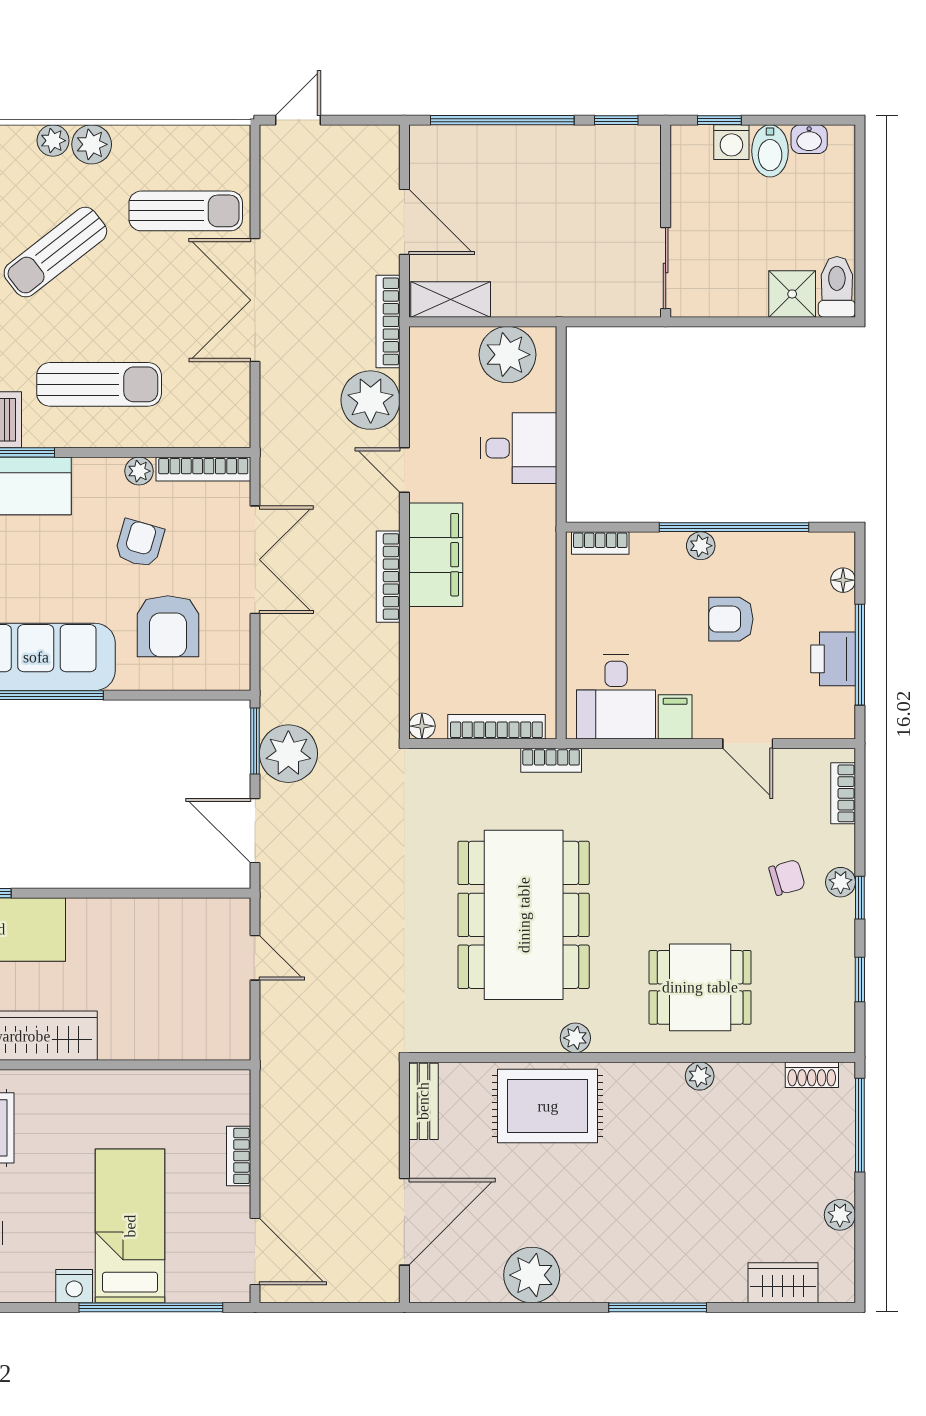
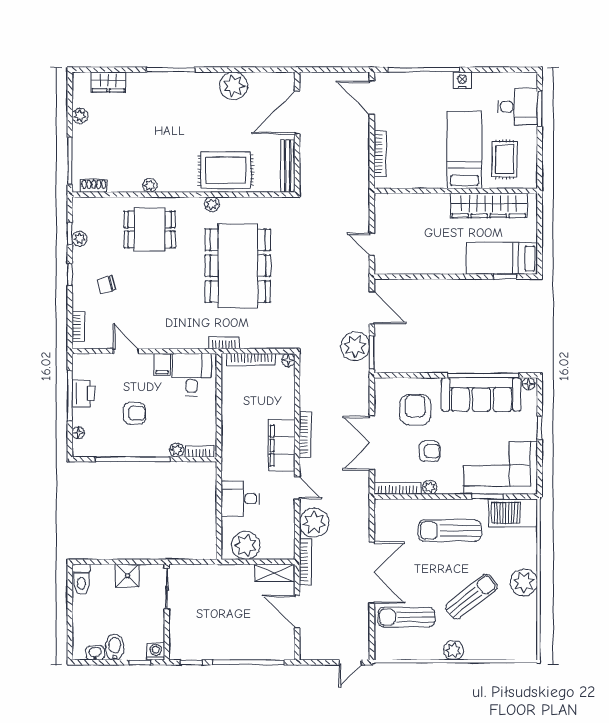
plant: (53, 141) -> (473, 652), removed
washing machine: (731, 142) -> (156, 651), moved
shower: (792, 294) -> (127, 576), moved
armchair: (139, 543) -> (430, 451), turned -106
plant: (701, 546) -> (177, 450), moved
plant: (841, 882) -> (79, 239), moved
bench: (423, 1101) -> (288, 166), width x1.36
bookcase: (239, 1156) -> (380, 154), width x1.56
bed: (130, 1226) -> (464, 150), moved, turned 180

